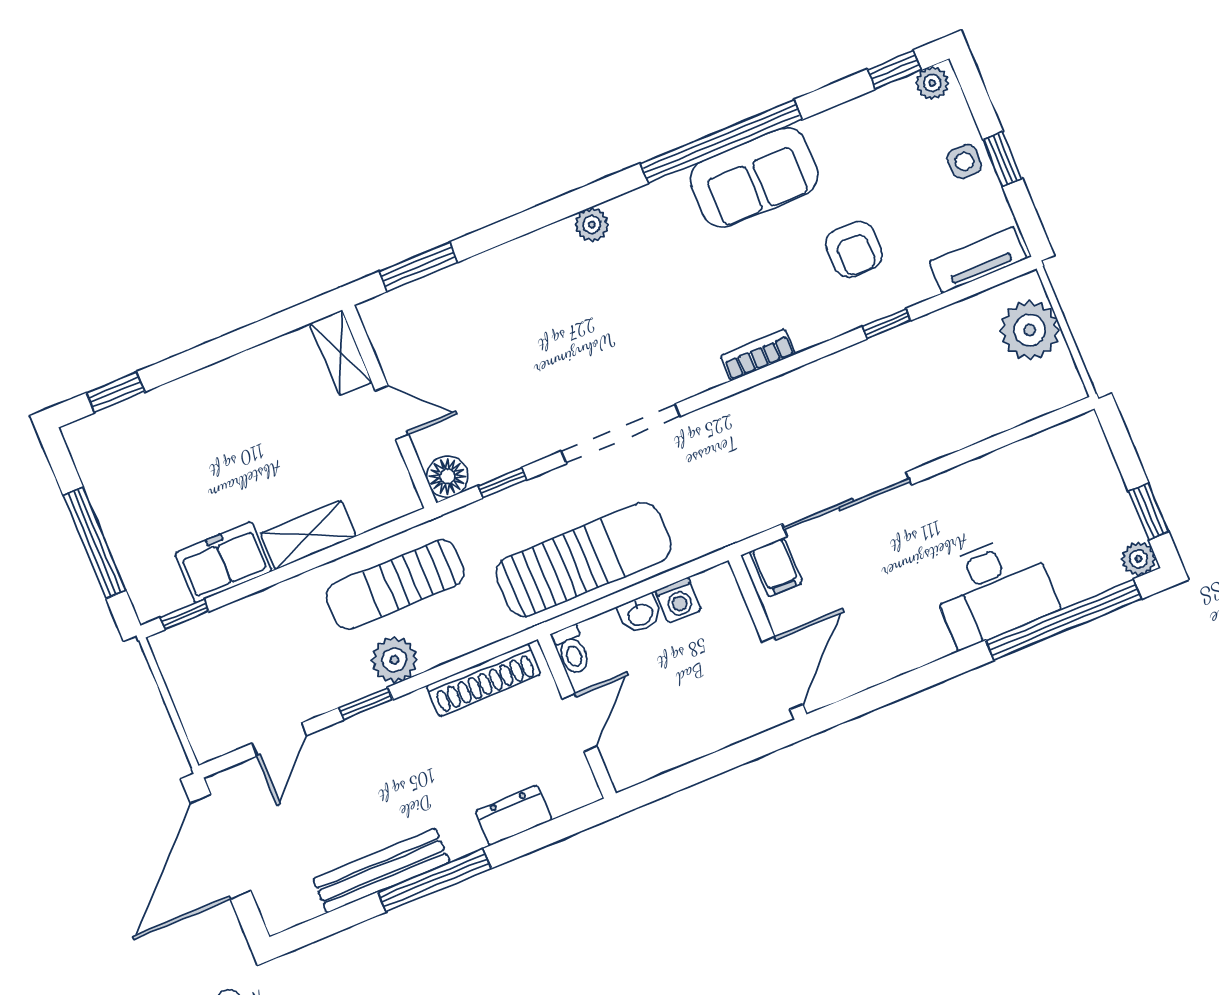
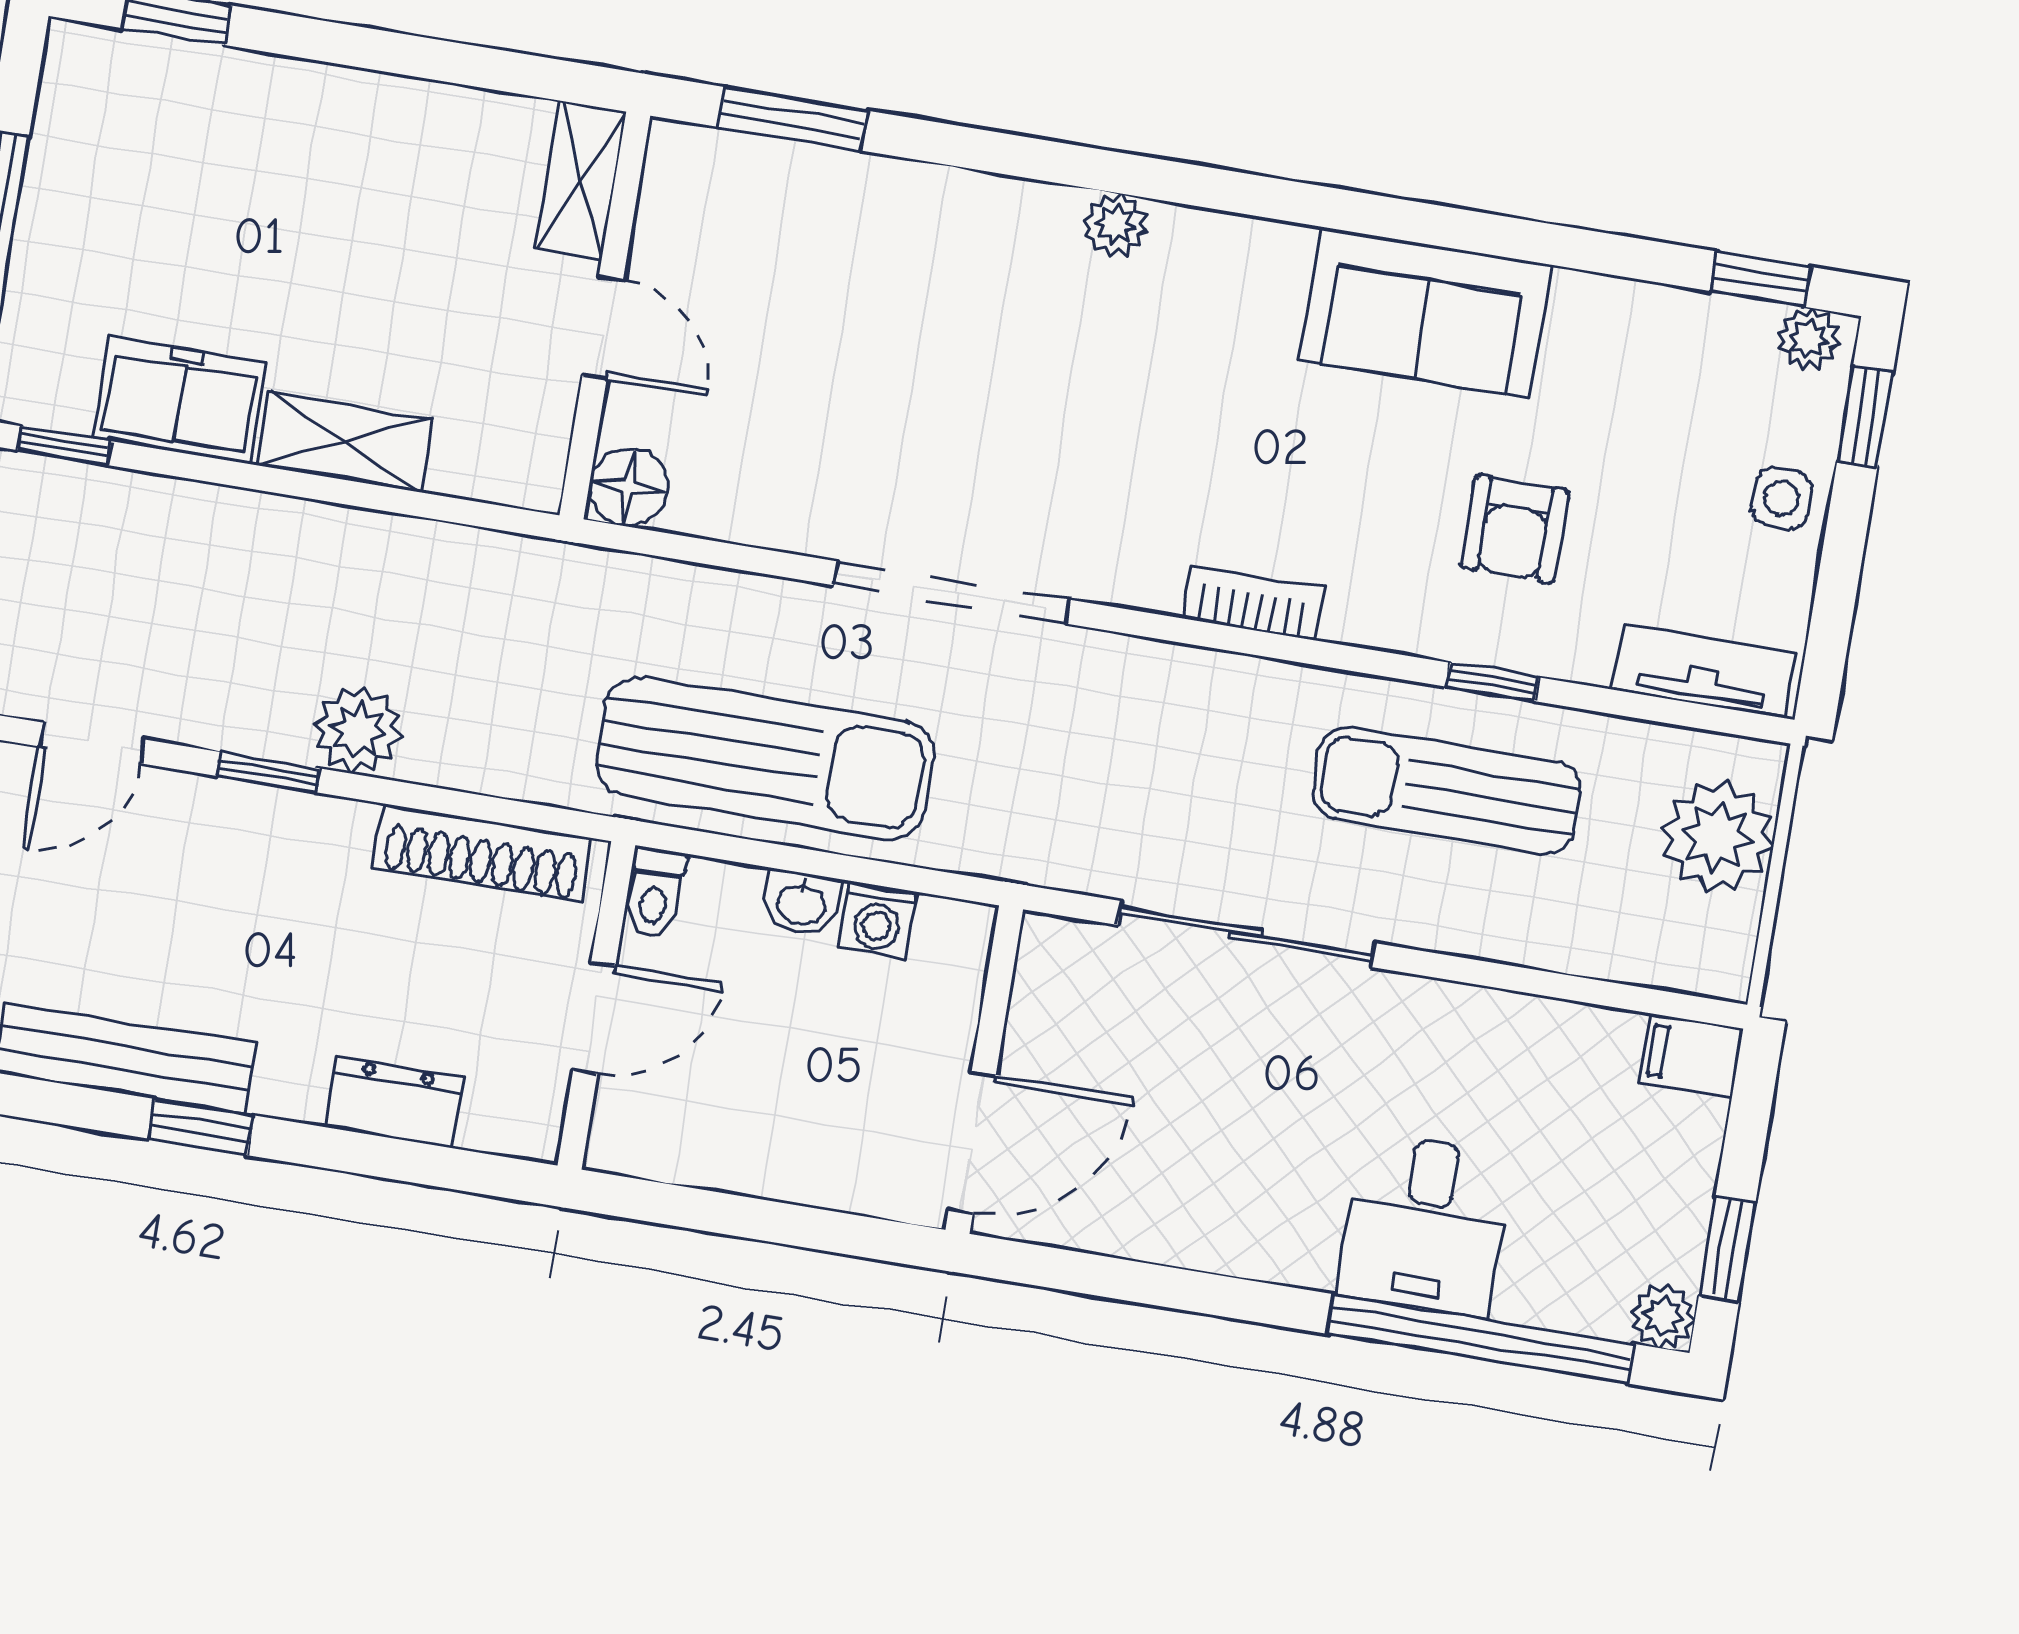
window: (721, 141) -> (1409, 221), removed
window: (1003, 159) -> (1865, 417), moved
window: (502, 483) -> (711, 553), removed
filing cabinet: (776, 567) -> (1691, 1056), moved, turned 90
sun lounger: (395, 584) -> (1447, 790), moved
desk: (993, 590) -> (1426, 1225), width x0.73
window: (435, 880) -> (201, 1127), width x0.46

